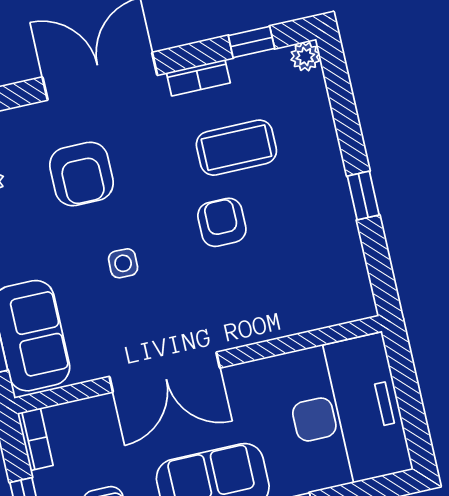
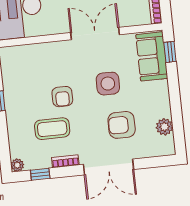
armchair: (81, 174) -> (122, 125), turned -90
side table: (123, 263) -> (108, 84), width x1.87, depth x1.87

